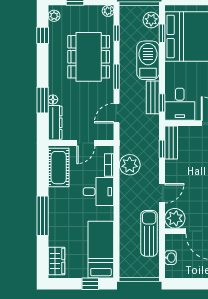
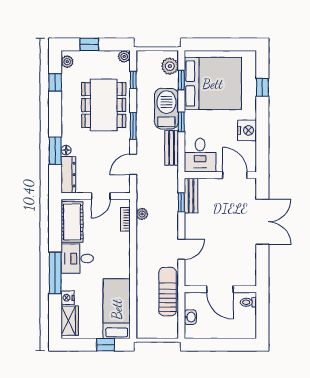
window: (162, 103) -> (181, 122), moved
plant: (130, 165) -> (142, 214), width x0.53, depth x0.53
desk: (98, 192) -> (77, 259), moved, turned 180
plant: (175, 218) -> (195, 276), removed
nightstand: (54, 239) -> (68, 298), added

